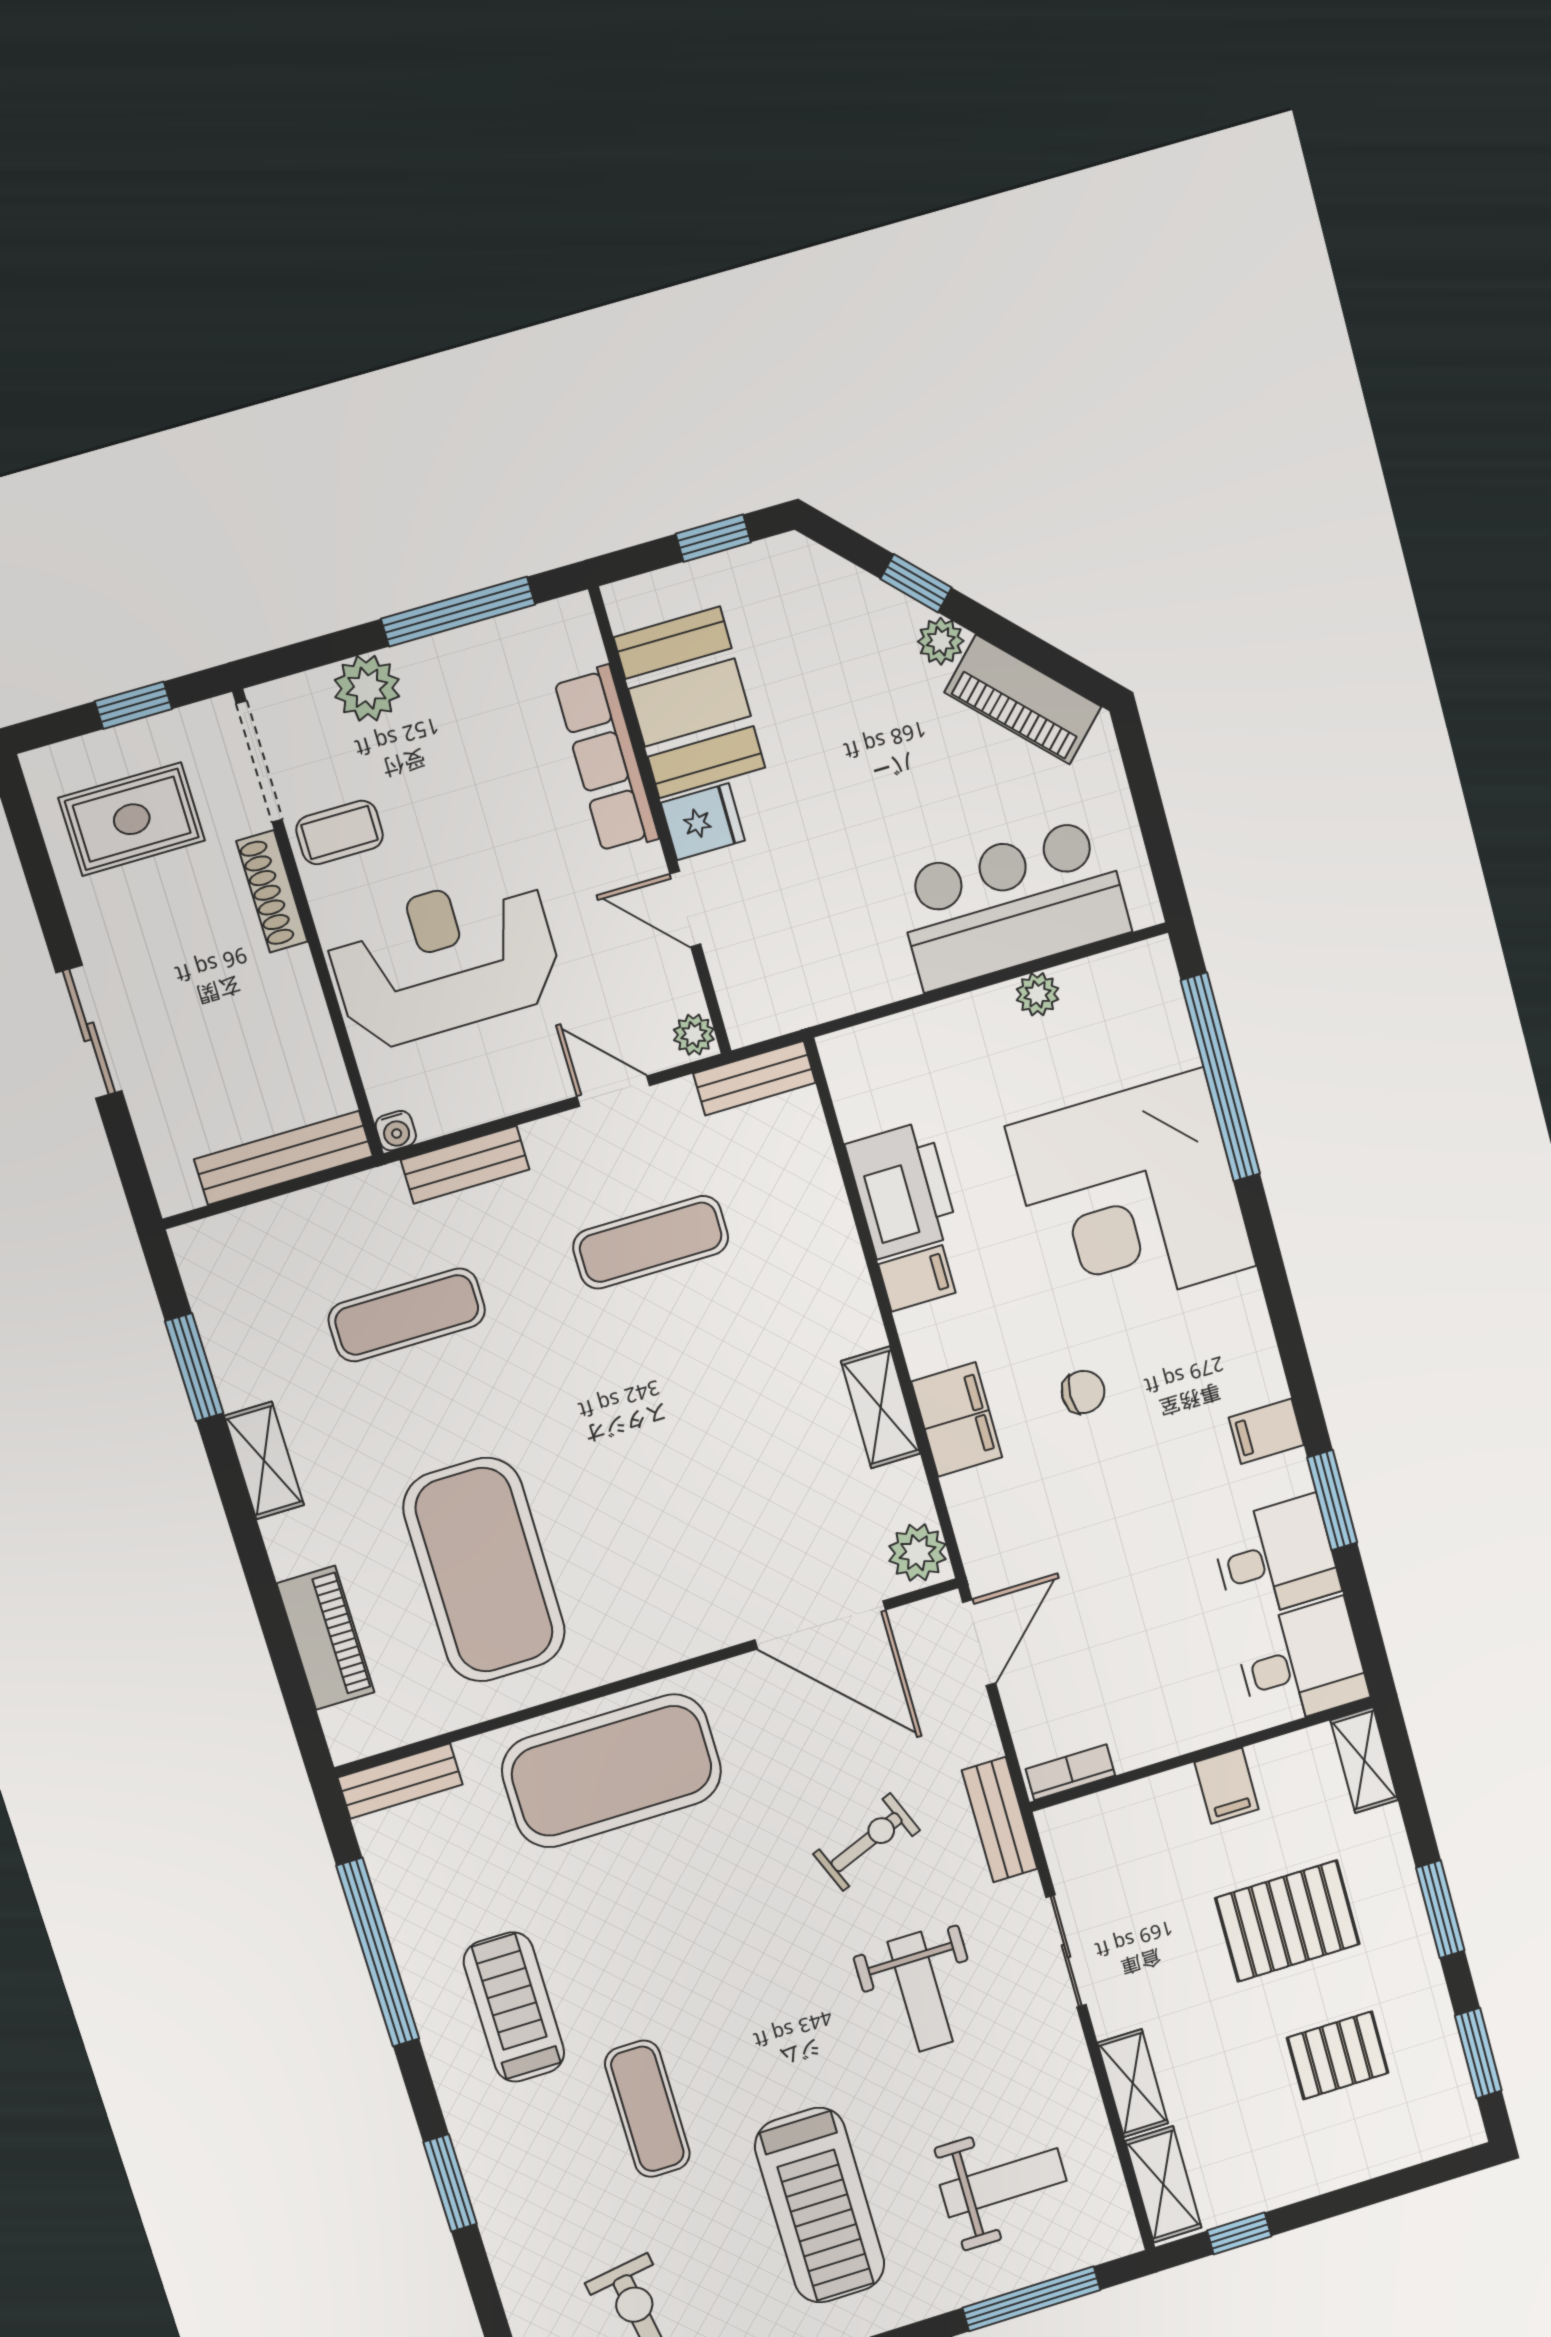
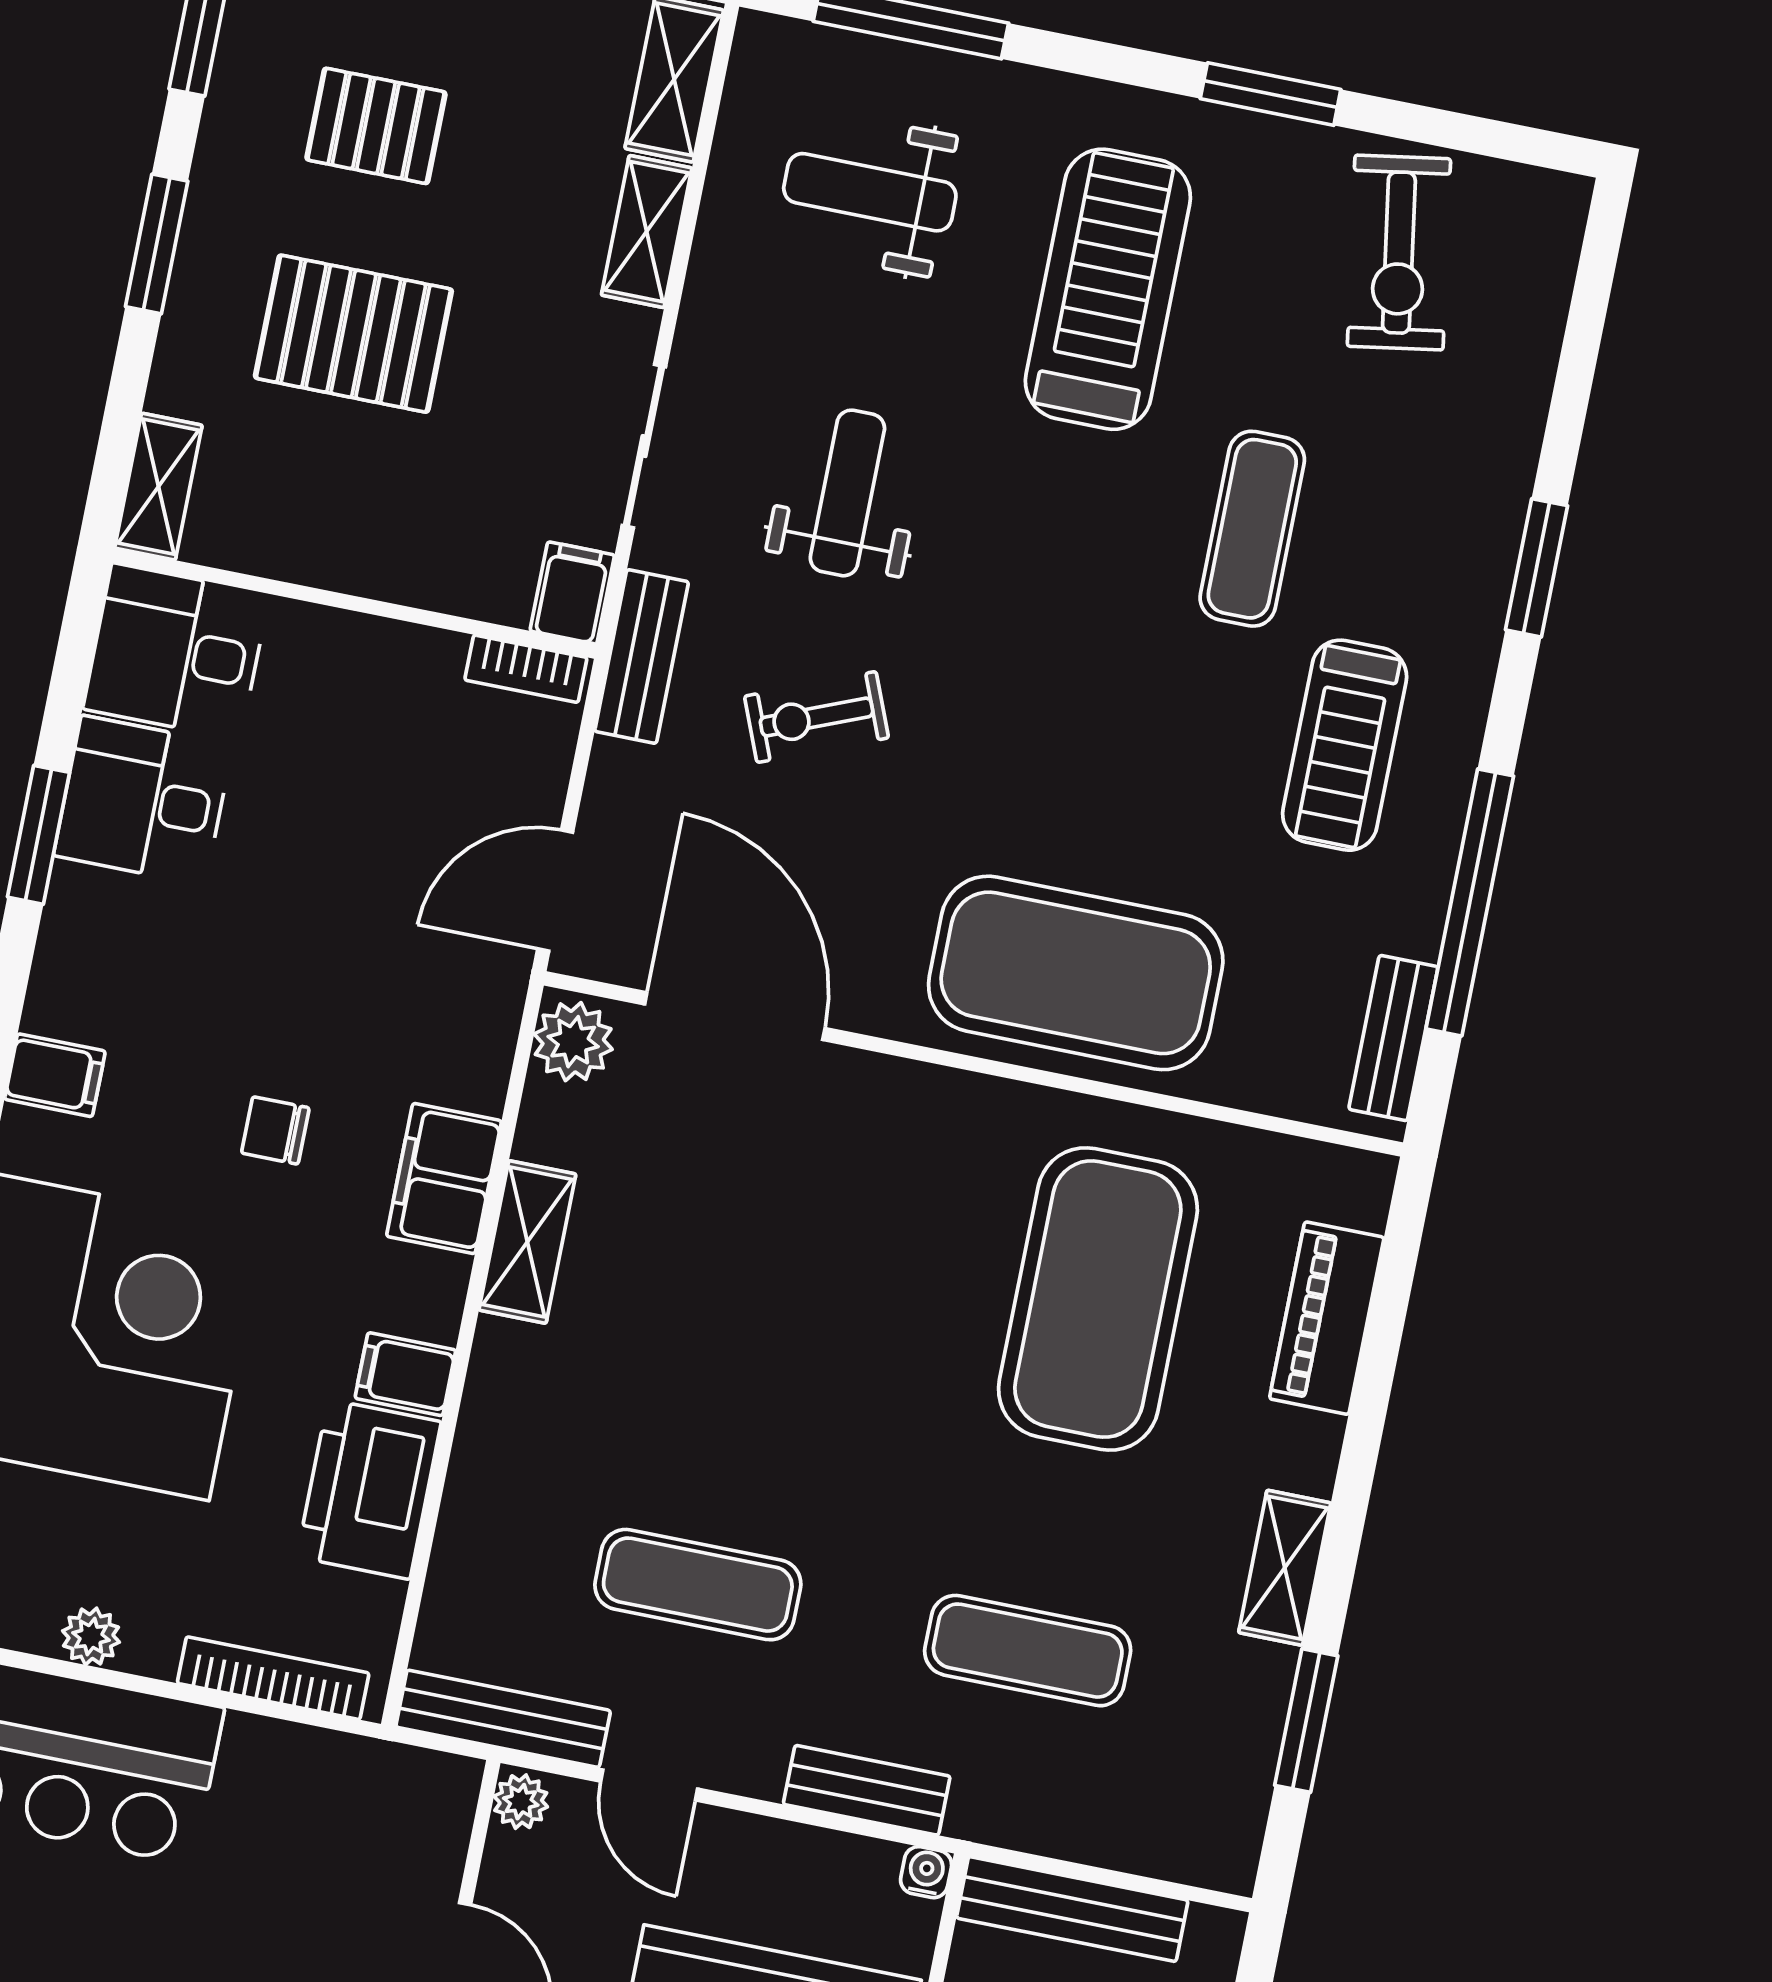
bookcase: (902, 1030) -> (273, 1678), added
bench: (754, 1078) -> (503, 1719), width x1.36
filing cabinet: (1266, 1431) -> (55, 1075), moved
bench: (400, 1781) -> (1393, 1038), moved, turned 90
filing cabinet: (1227, 1786) -> (572, 593), moved

